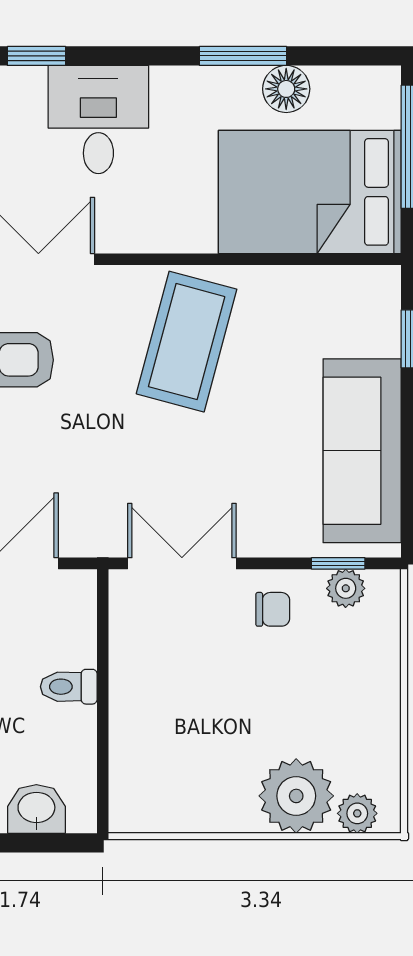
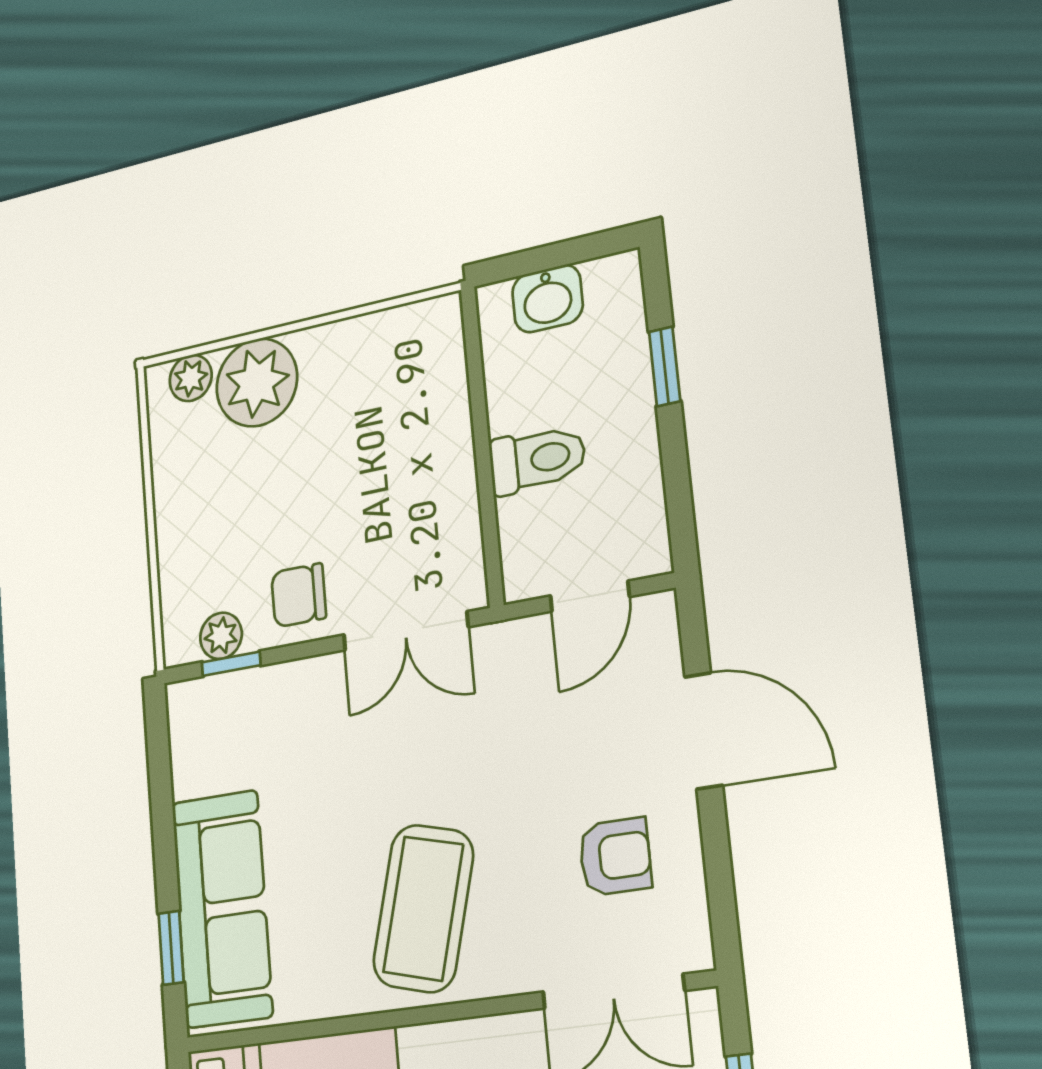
sofa: (362, 451) -> (222, 909), moved
chair: (273, 609) -> (299, 595), width x1.37, depth x1.37
toilet: (69, 687) -> (537, 460), width x1.37, depth x1.39

